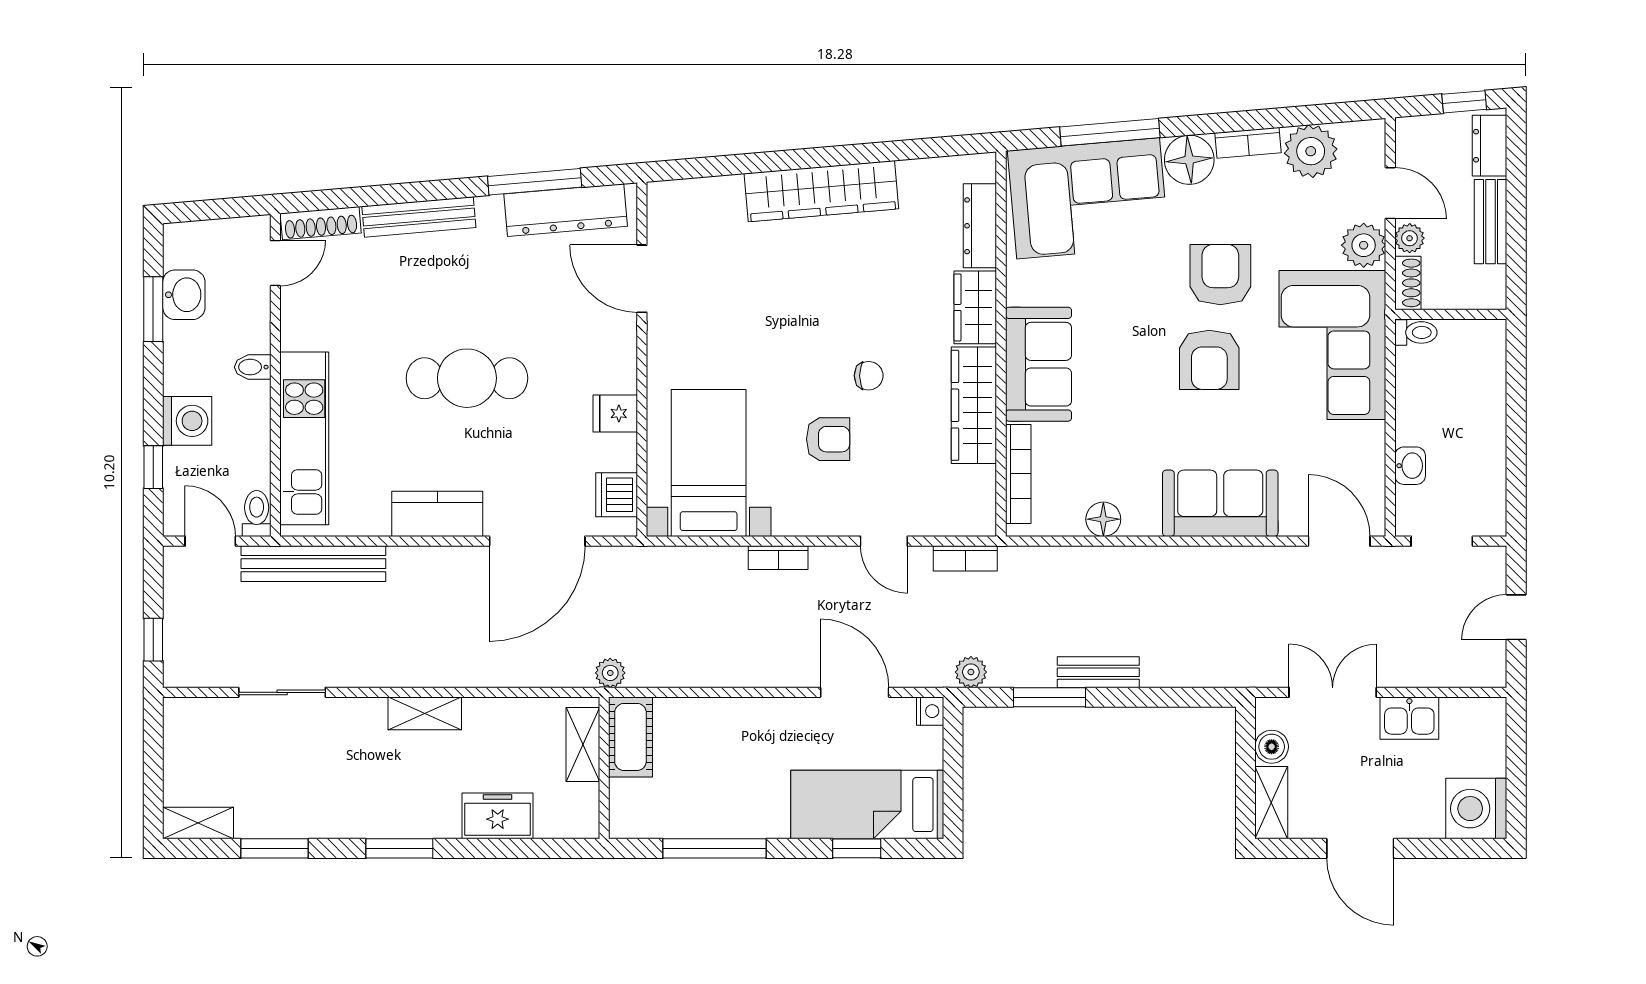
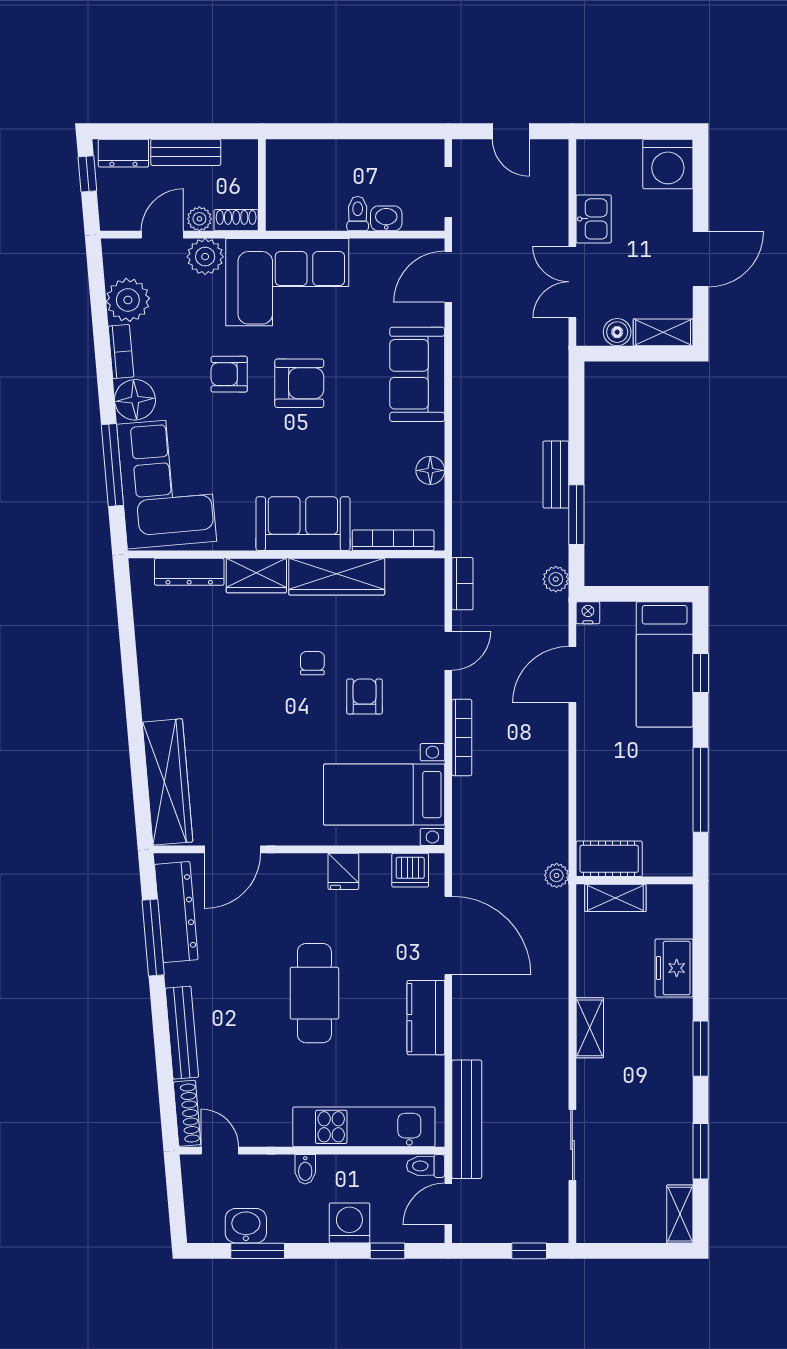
wardrobe: (821, 191) -> (168, 782), moved
armchair: (1220, 275) -> (229, 374), width x0.72, depth x0.72
toilet: (1416, 332) -> (358, 214), moved
bookcase: (778, 558) -> (462, 738), width x1.56

